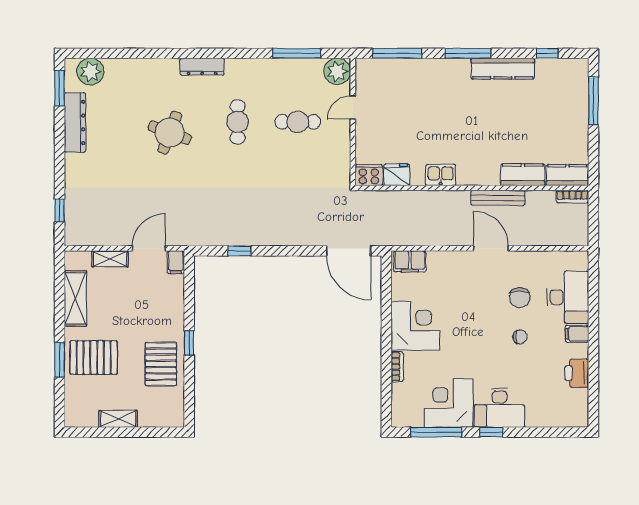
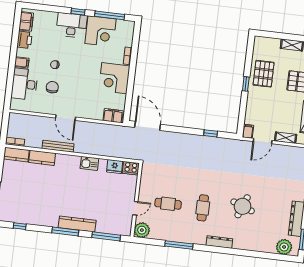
window: (297, 53) -> (179, 245), moved
kitchen counter: (503, 69) -> (77, 224), moved
filing cabinet: (578, 405) -> (26, 21), added

